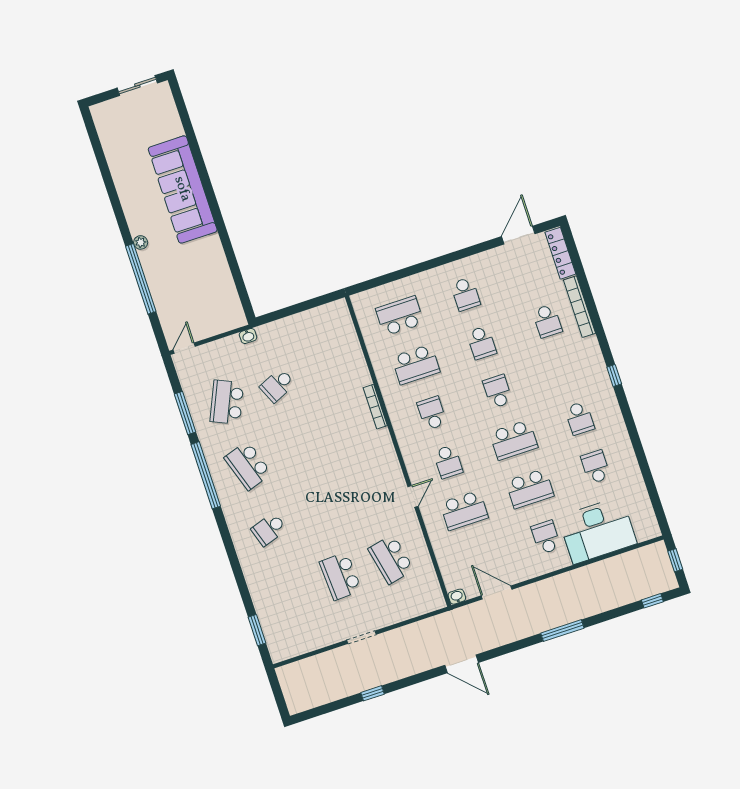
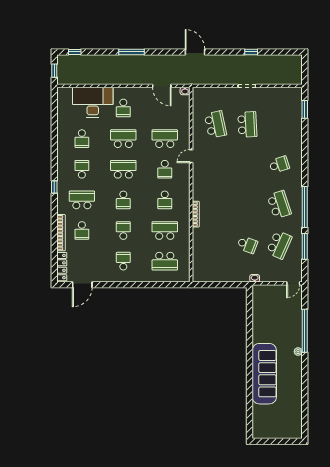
sliding door: (137, 86) -> (270, 441), removed
school desk: (547, 321) -> (82, 231), turned 180
school desk: (563, 370) -> (82, 200), added
school desk: (277, 385) -> (247, 245), turned 45
school desk: (448, 462) -> (165, 169), turned 180

